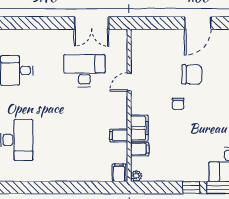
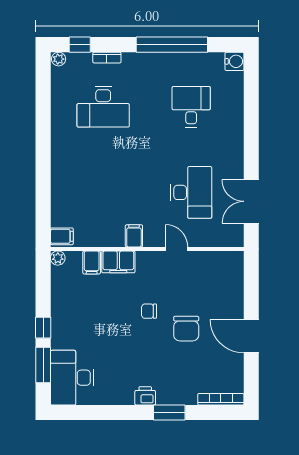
filing cabinet: (119, 135) -> (134, 236), moved

